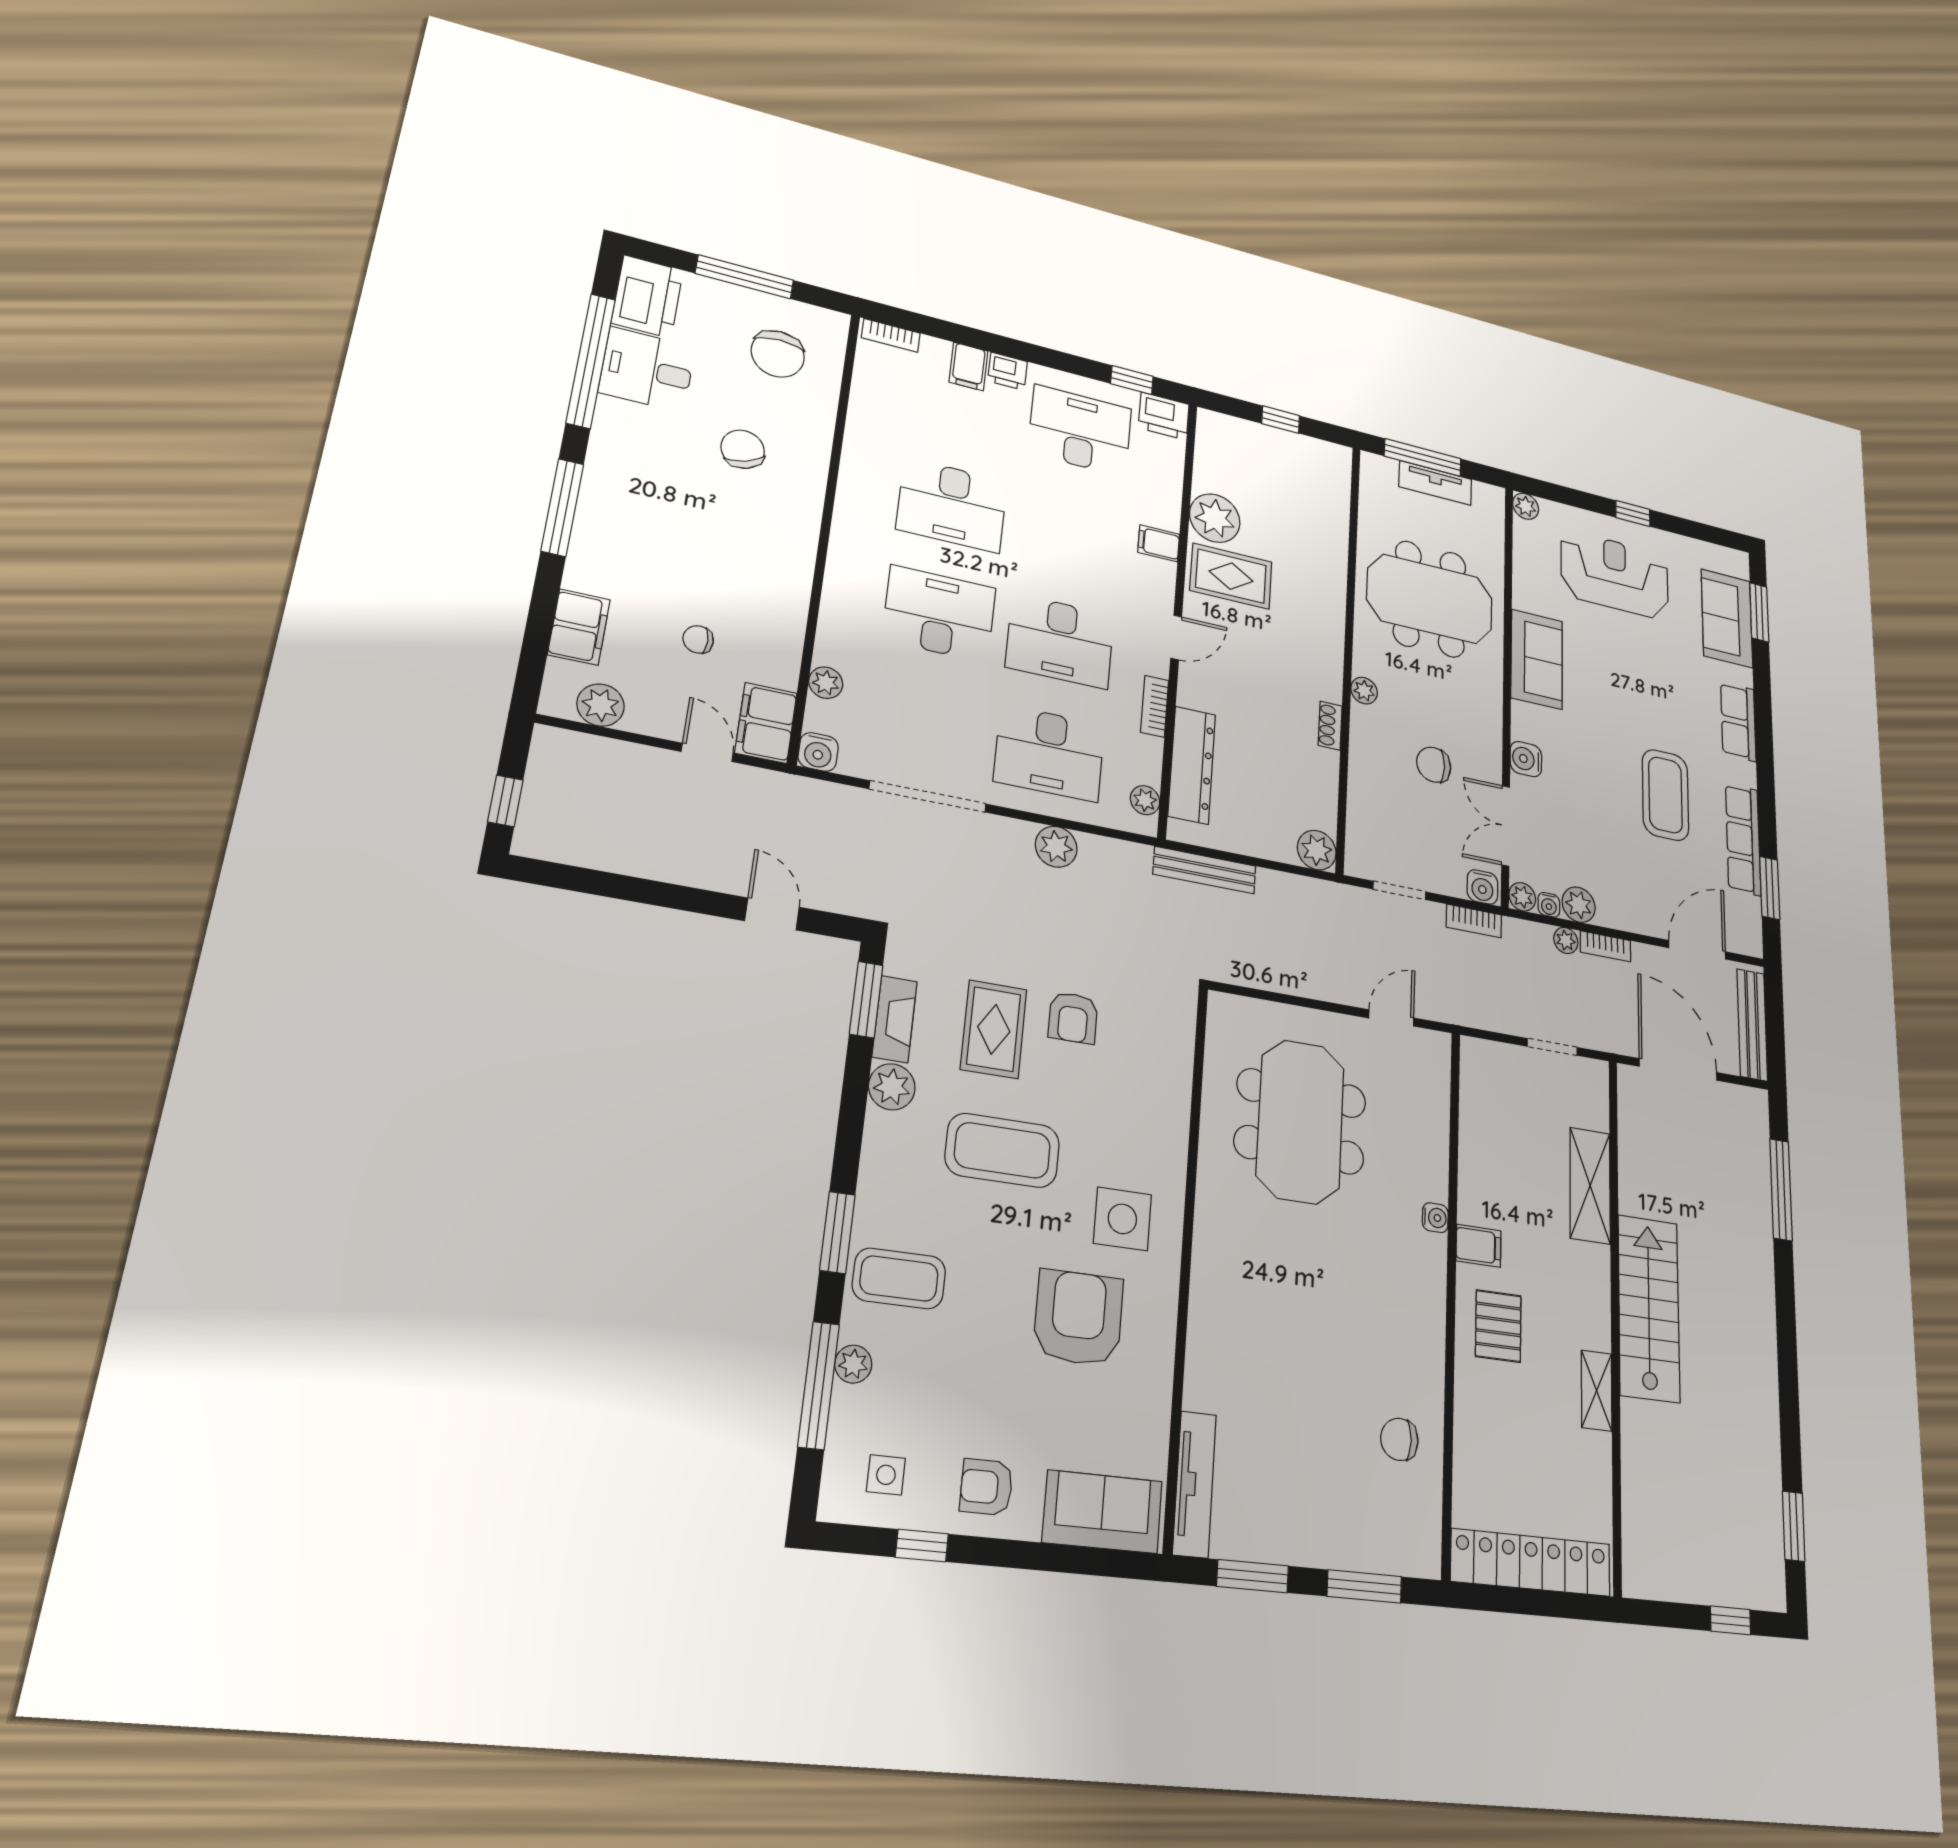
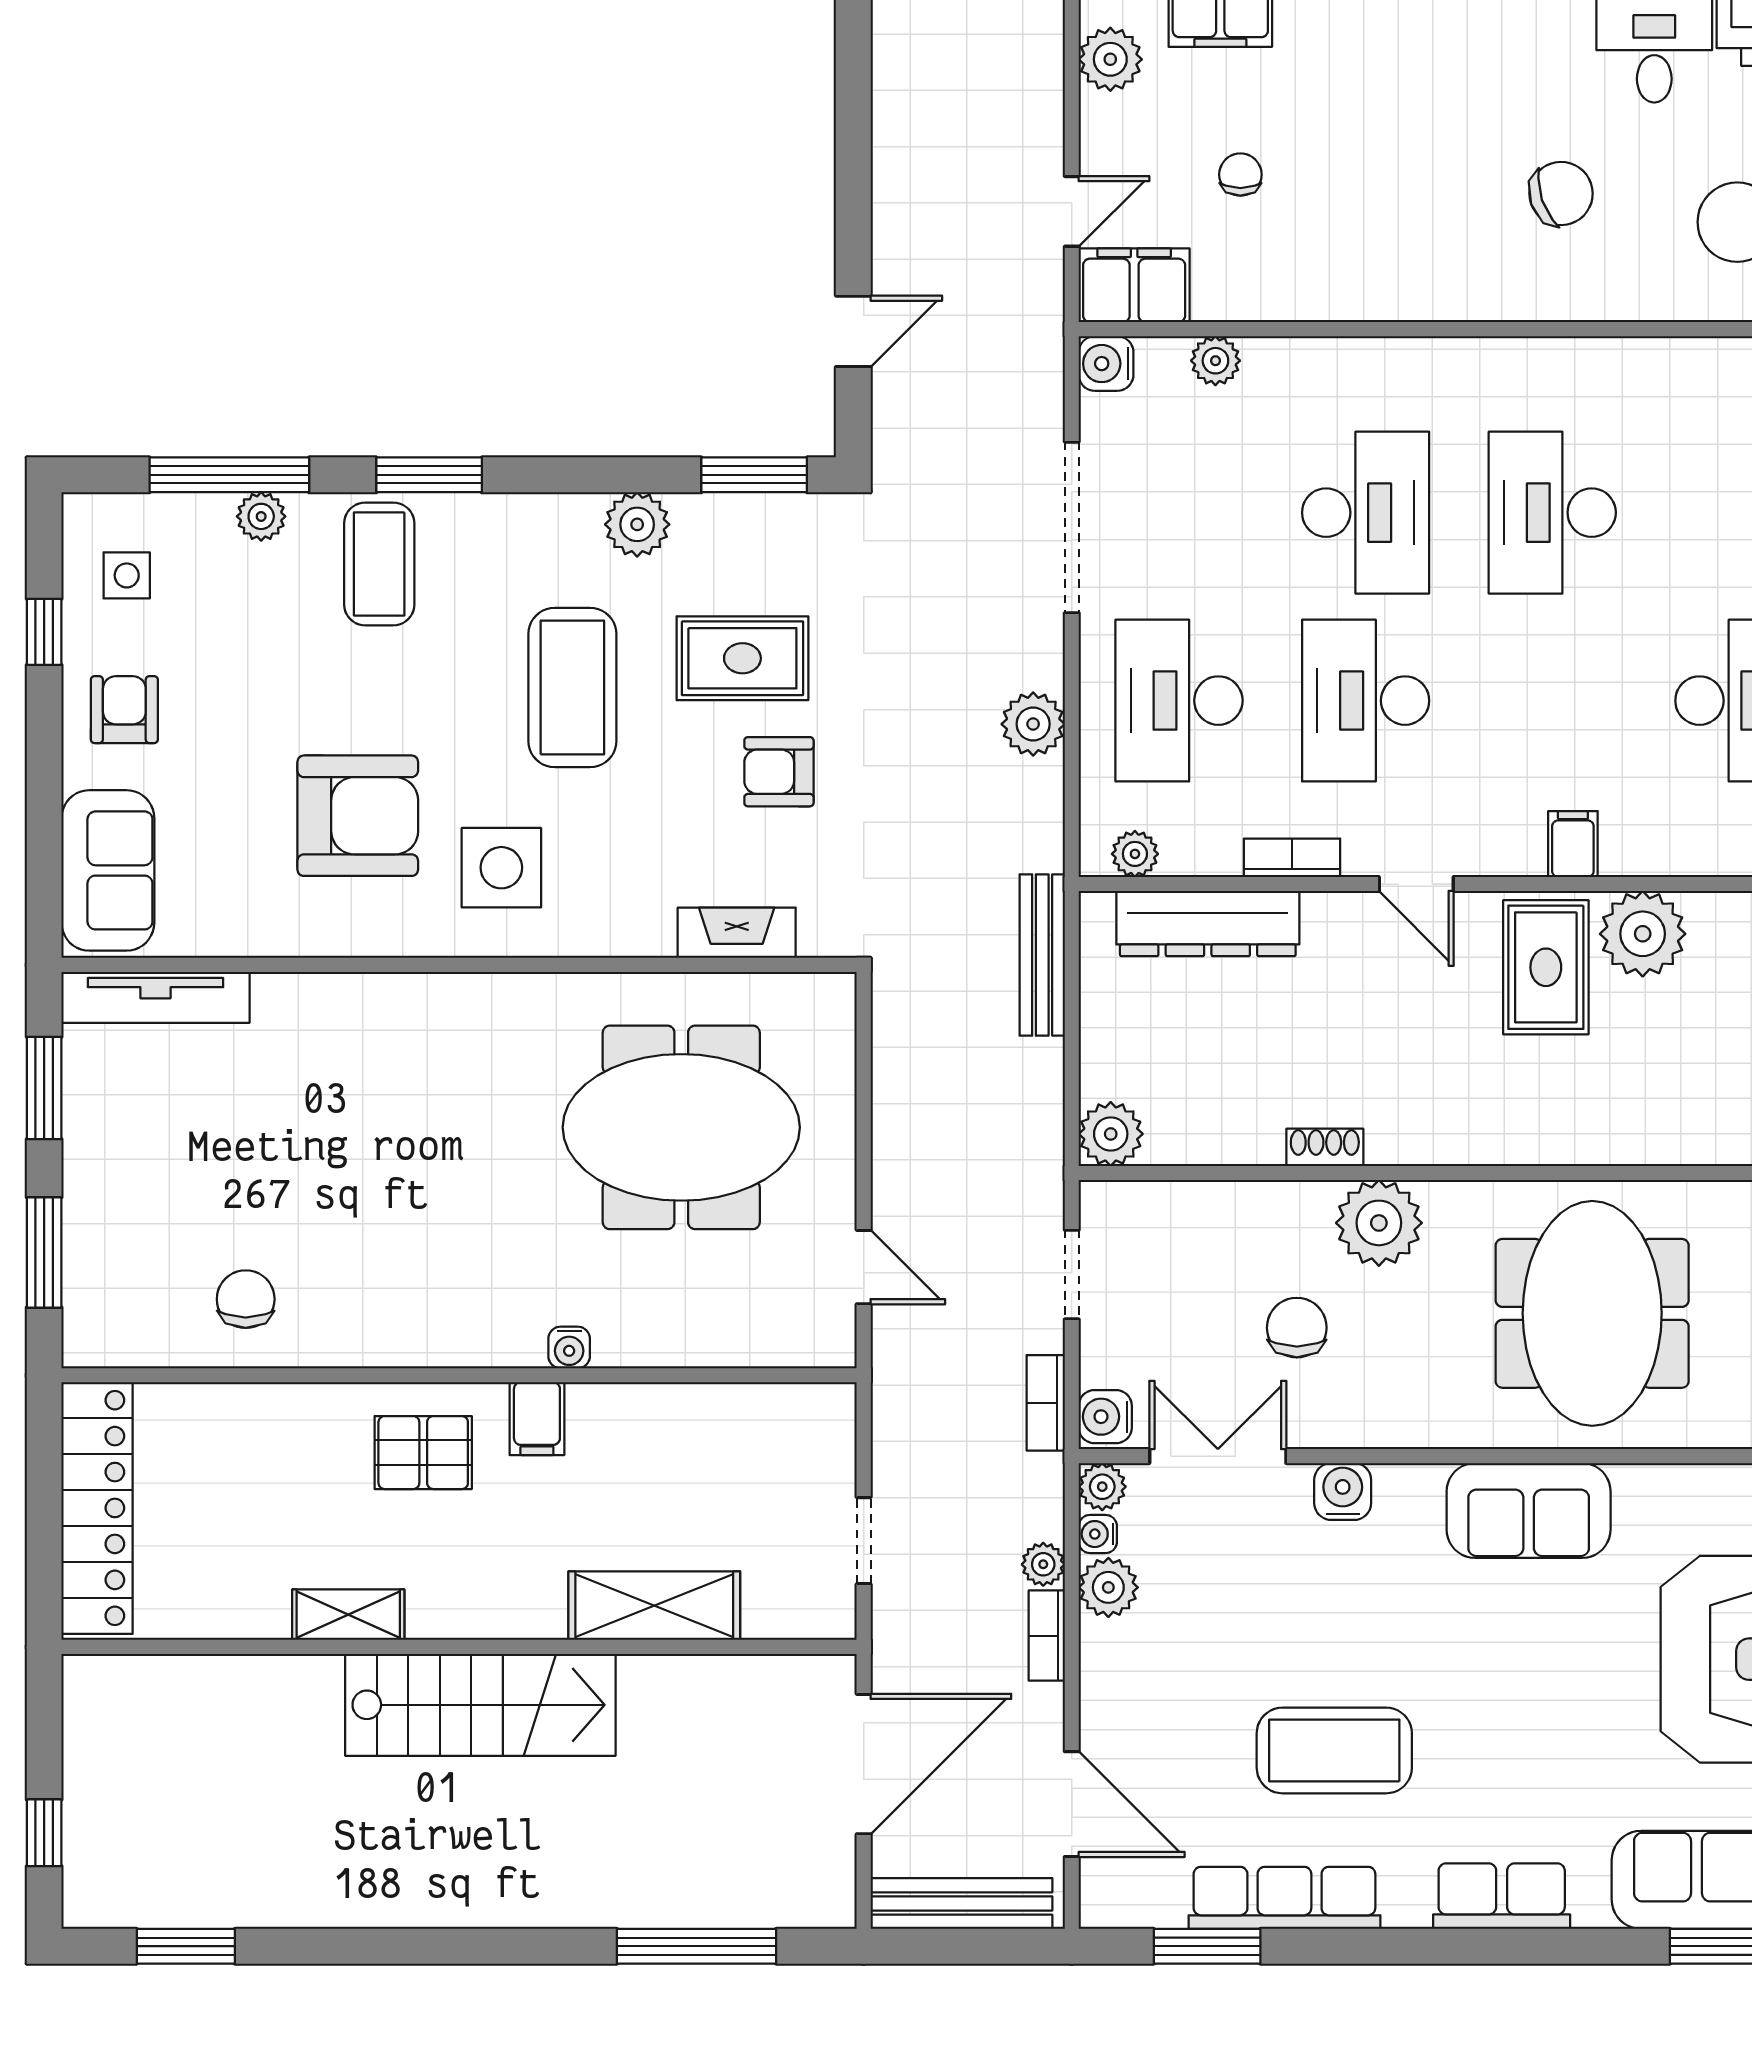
plant: (1364, 691) -> (1379, 1223), width x1.87, depth x1.87
fireplace: (895, 1019) -> (737, 933), moved, turned 180

